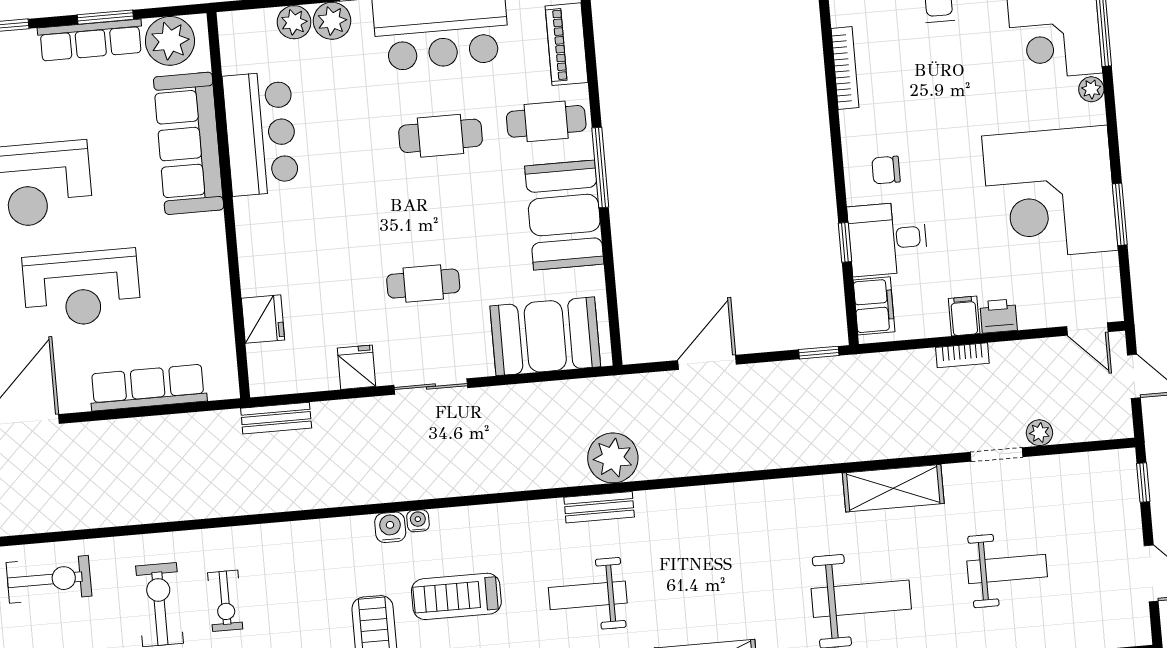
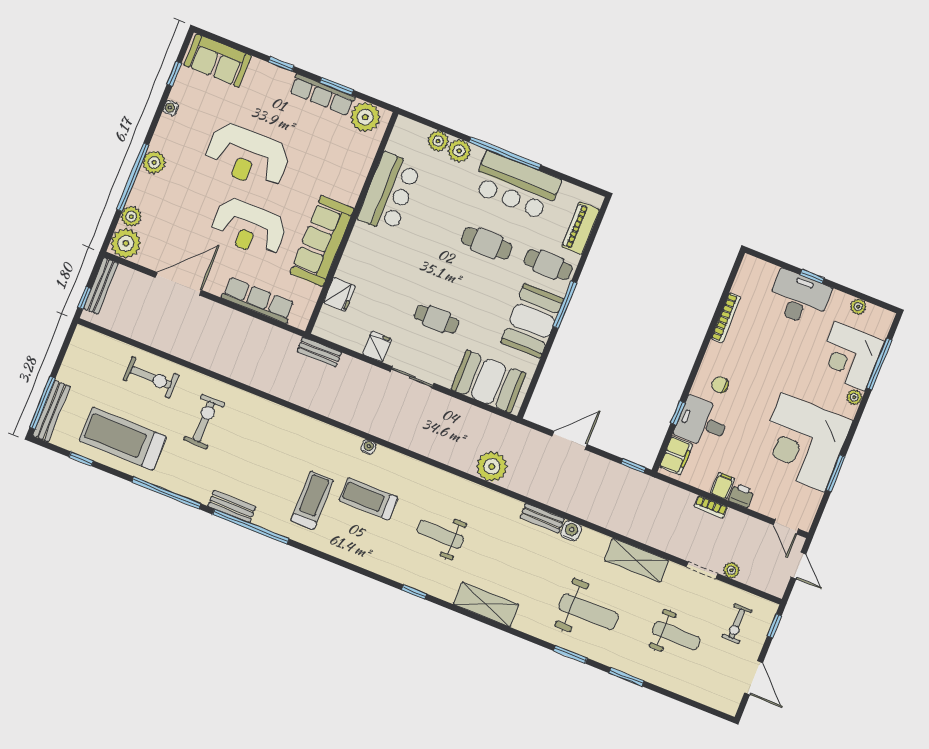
sofa: (189, 143) -> (322, 241), moved
bench: (599, 507) -> (542, 518), moved
water cooler: (390, 527) -> (571, 531), moved
exercise bike: (225, 601) -> (737, 624), moved

